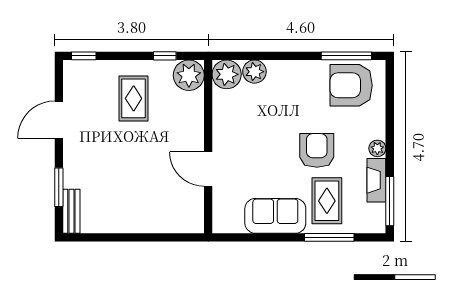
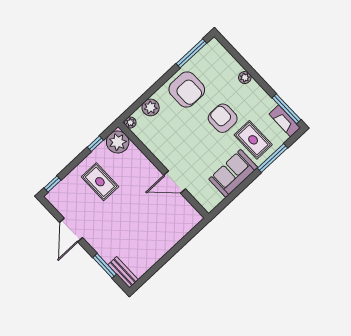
plant: (227, 74) -> (130, 123), width x0.53, depth x0.53
armchair: (351, 85) -> (187, 90), moved, turned -90
plant: (377, 148) -> (245, 78), moved
fireplace: (376, 180) -> (285, 121), moved

